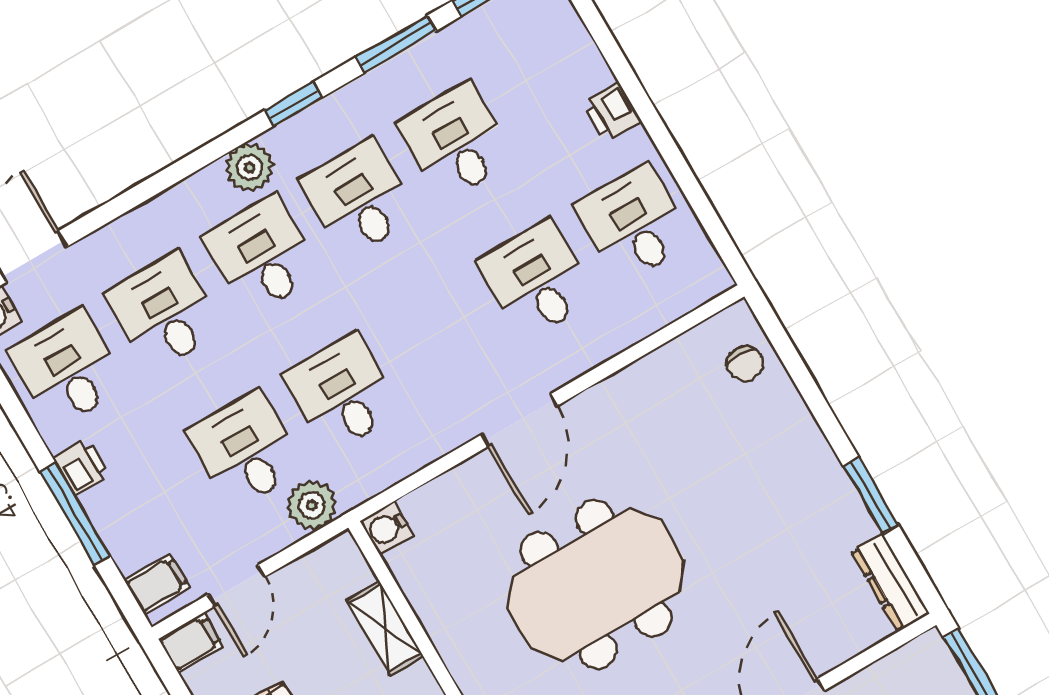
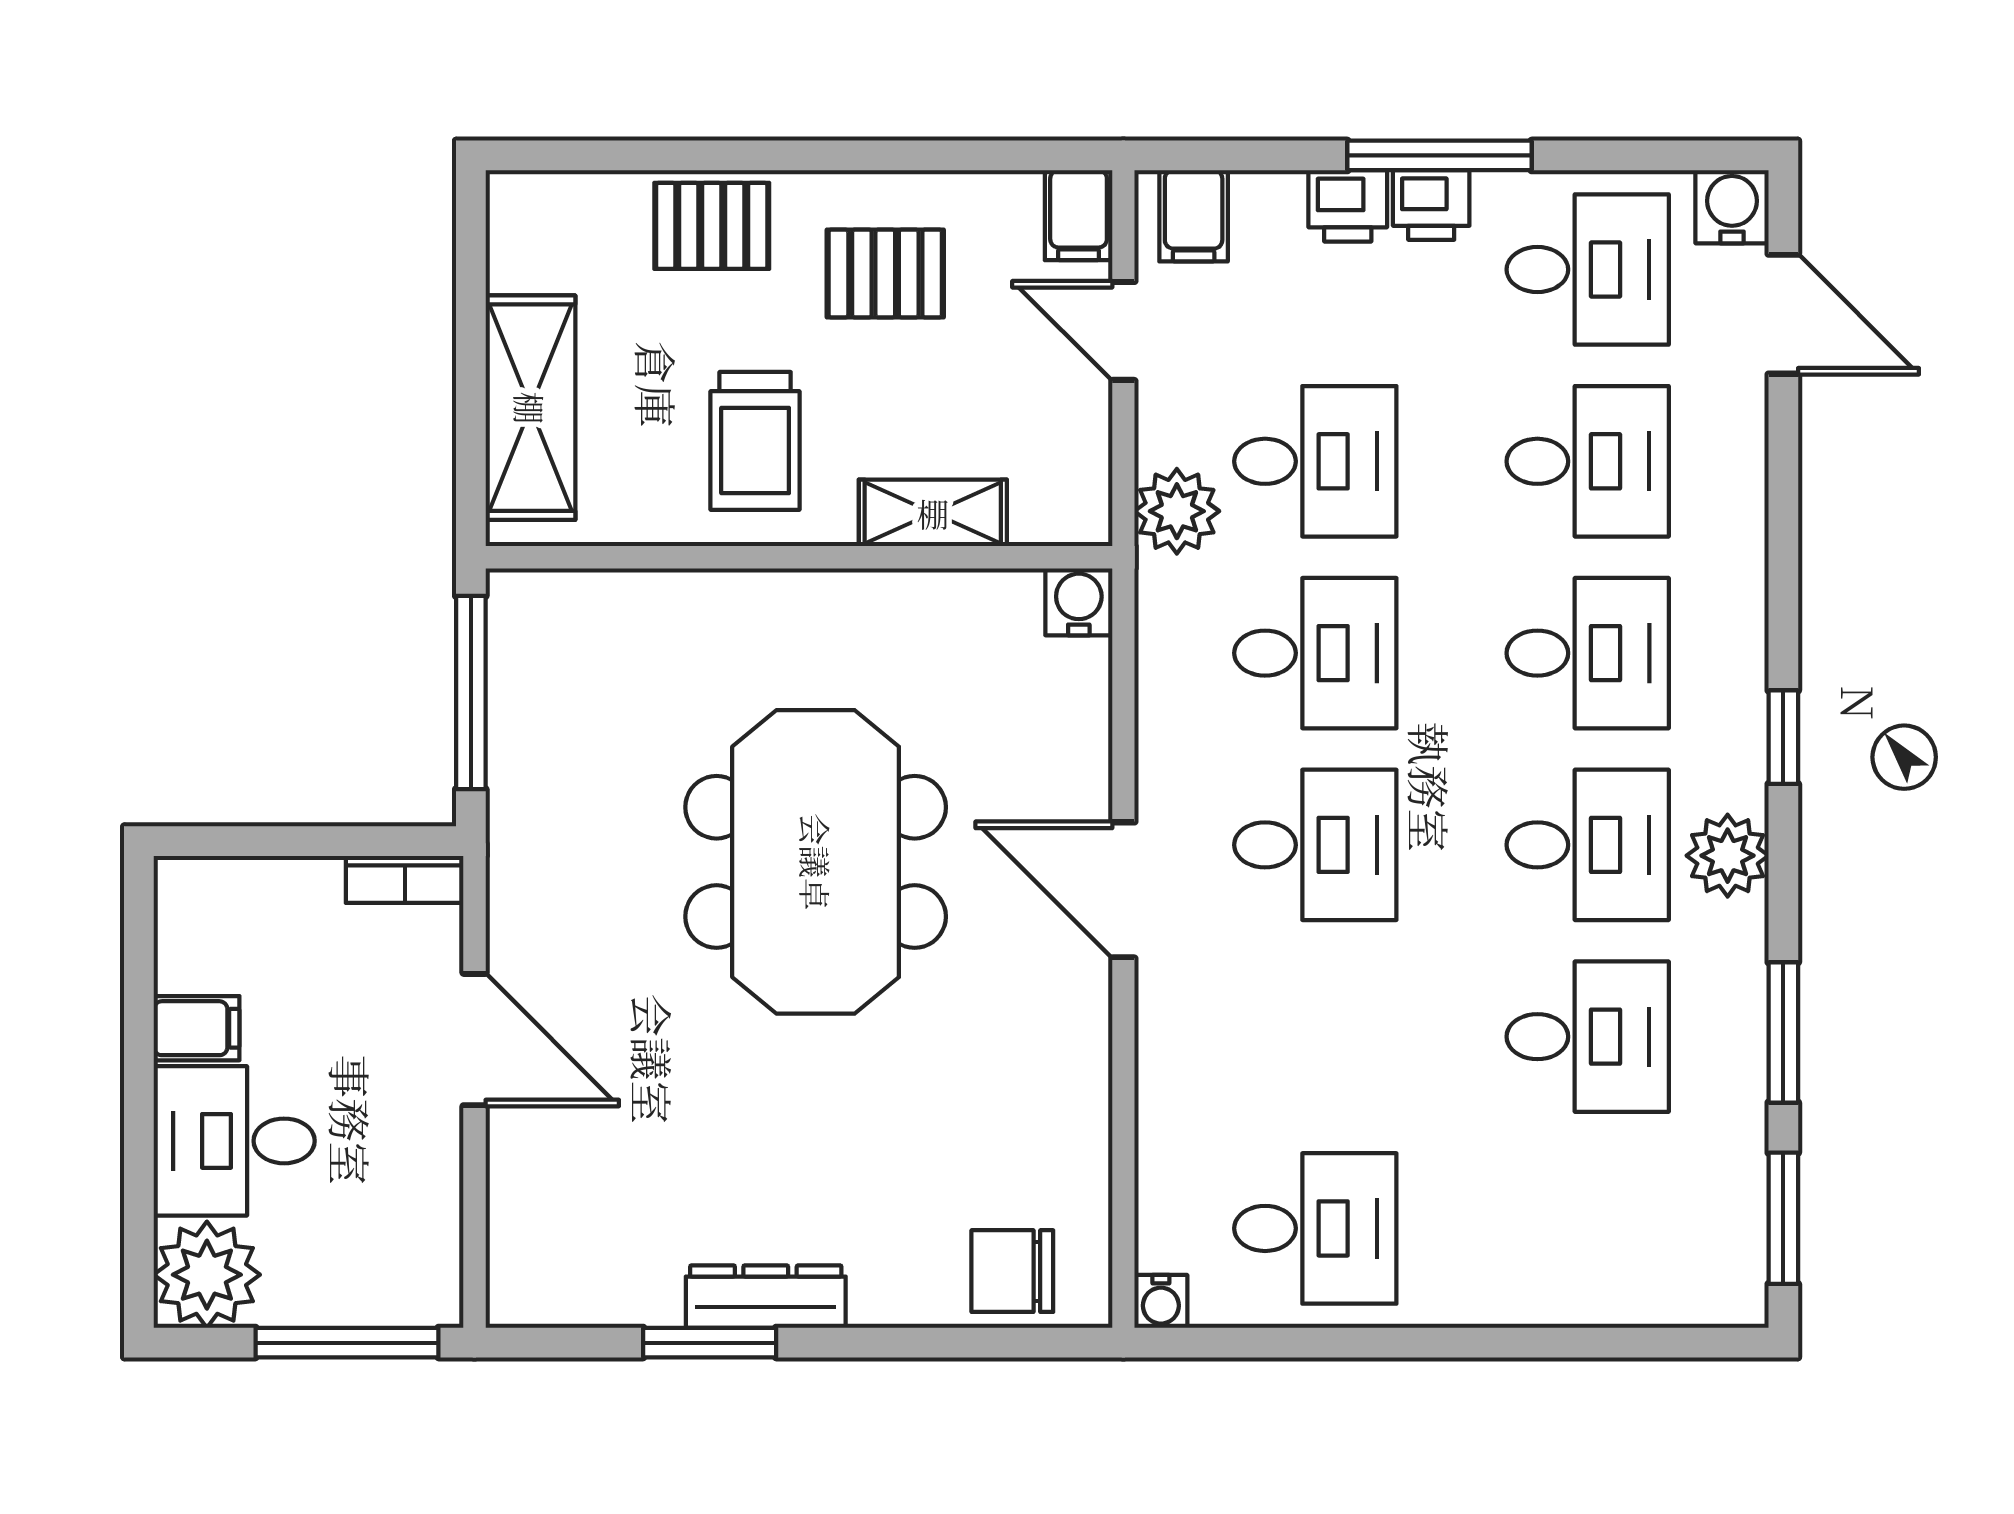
window: (293, 104) -> (1783, 737), moved
printer: (612, 112) -> (1348, 206), moved, turned 180
plant: (250, 167) -> (1728, 856), moved
water cooler: (717, 279) -> (1161, 1301), added
desk: (537, 280) -> (1315, 845), moved
chair: (745, 364) -> (1012, 1271), width x1.37, depth x1.37
window: (75, 514) -> (1440, 155), moved
dresser: (890, 582) -> (766, 1297), moved

